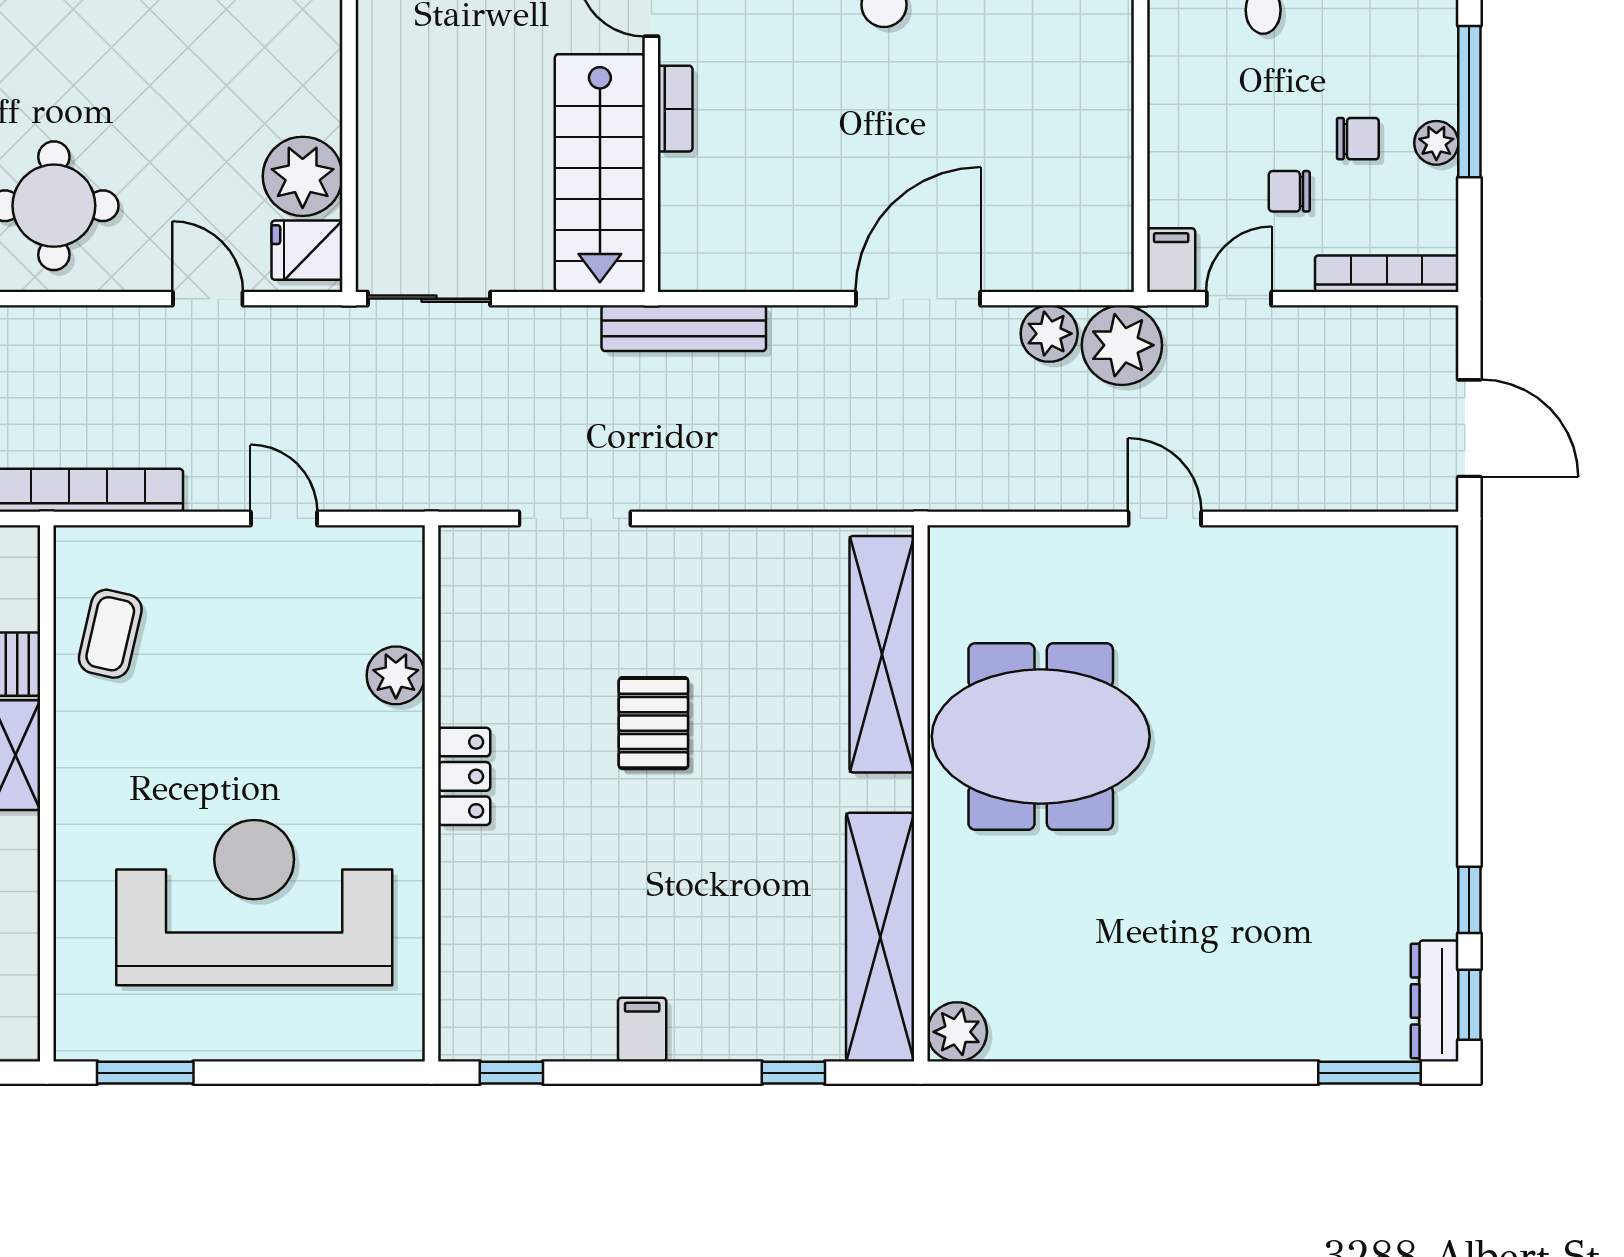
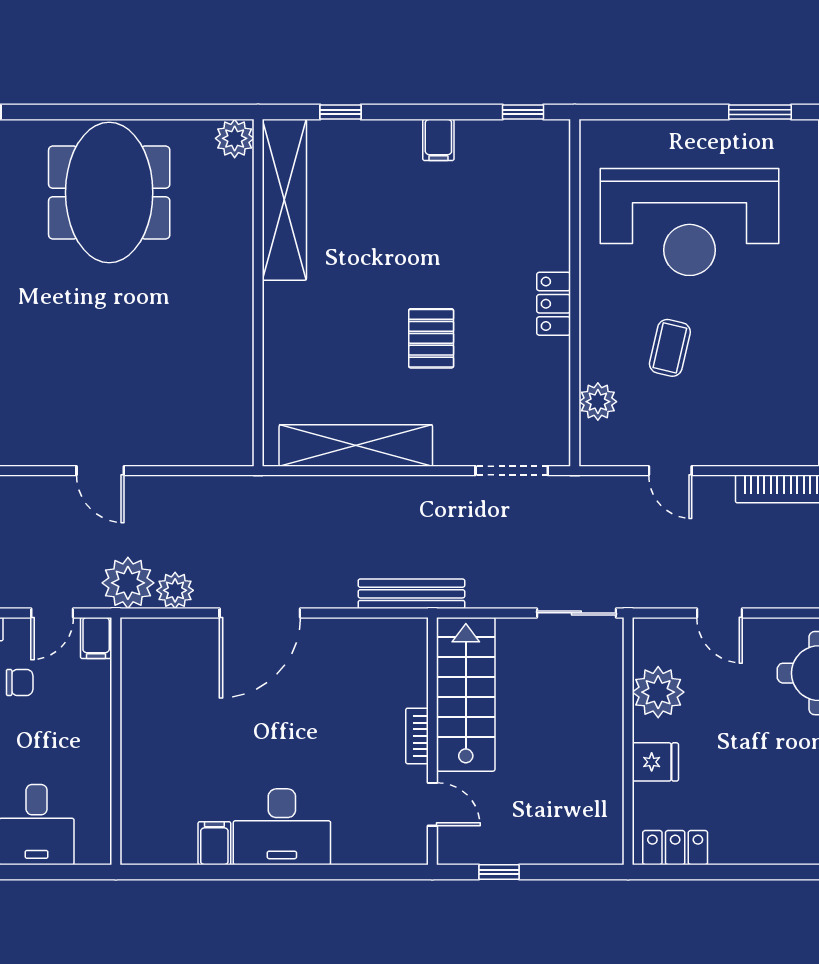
fridge: (307, 250) -> (655, 762), moved
doorway: (575, 518) -> (512, 471), moved
coffee table: (110, 634) -> (670, 348), moved
shelving: (882, 654) -> (356, 446), moved, turned 90
plant: (396, 675) -> (598, 402), moved
meeting table: (1041, 736) -> (109, 193), moved, turned 90

